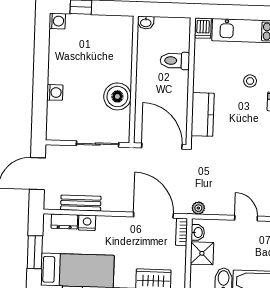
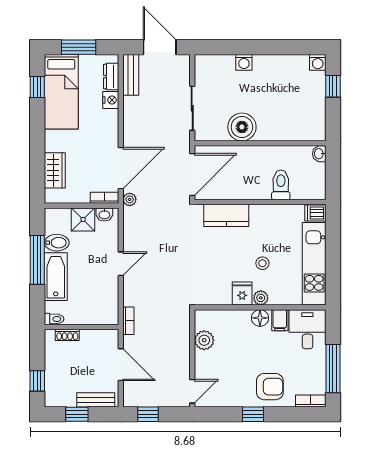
bench: (81, 203) -> (131, 75), moved
plant: (198, 208) -> (130, 199), moved

